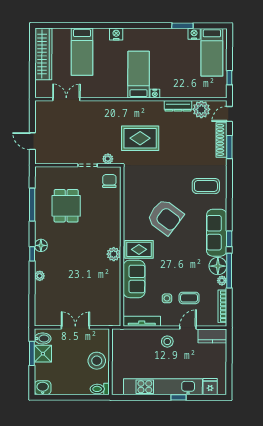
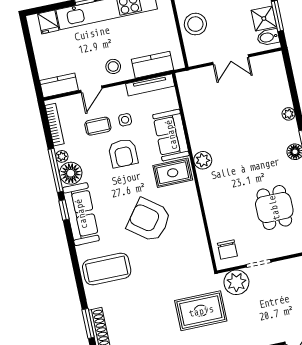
plant: (108, 159) -> (236, 282), width x1.87, depth x1.87
coffee table: (206, 186) -> (107, 269), width x1.36, depth x1.32
armchair: (174, 273) -> (123, 153), added
kitchen counter: (137, 336) -> (152, 65), added

